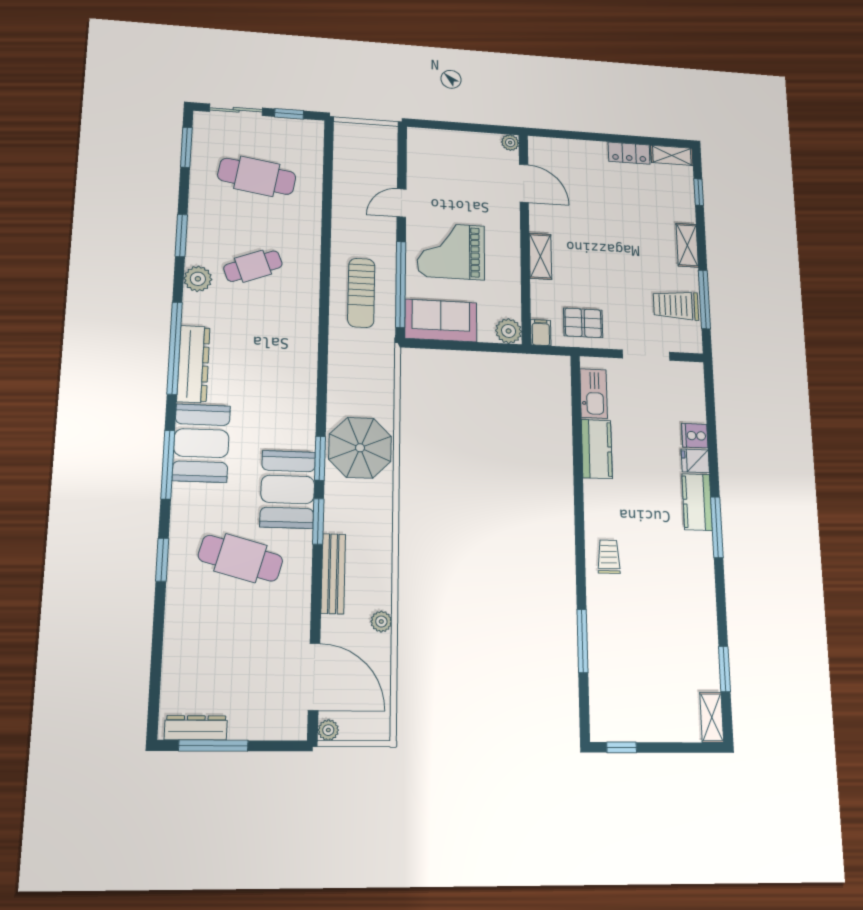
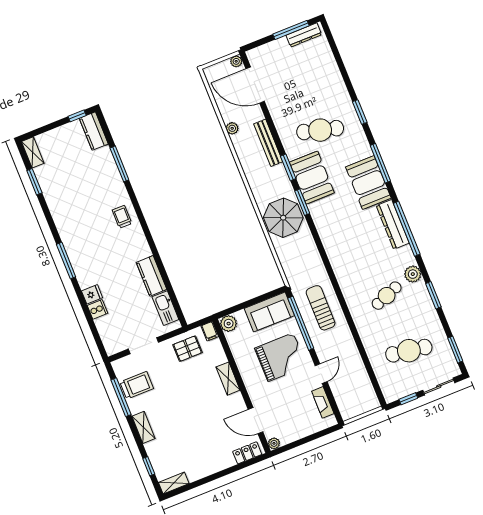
locker: (629, 153) -> (247, 453), moved
fireplace: (416, 164) -> (323, 402), added
kitchen counter: (697, 502) -> (94, 131), moved, turned 180
trolley: (609, 557) -> (122, 217), turned 180

